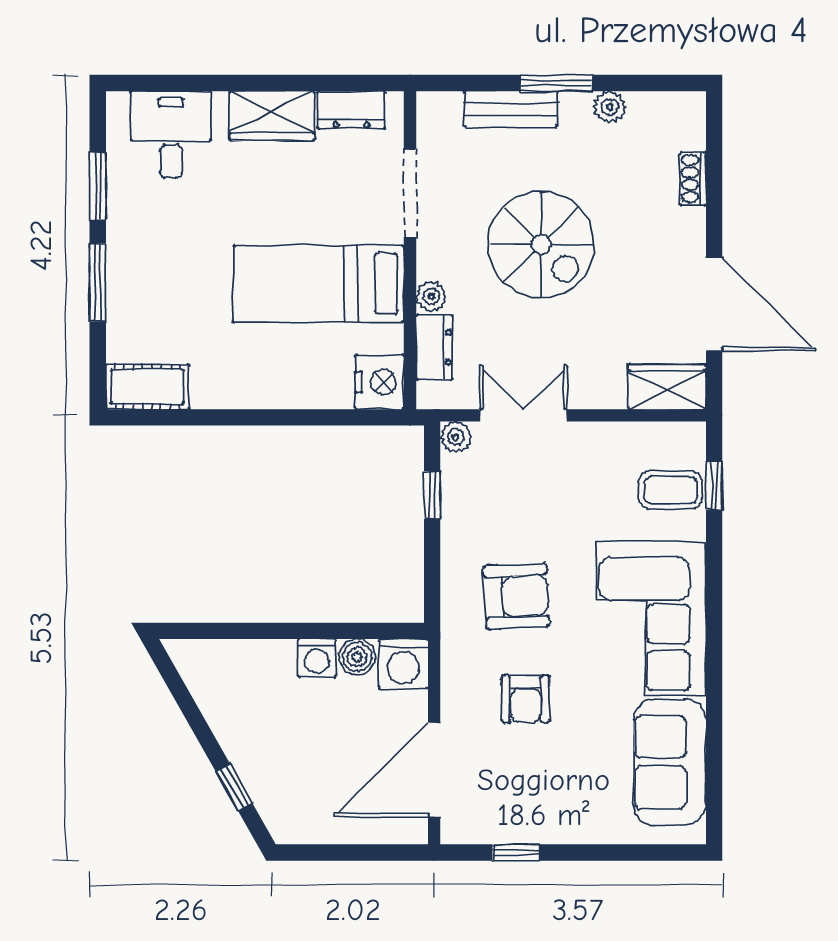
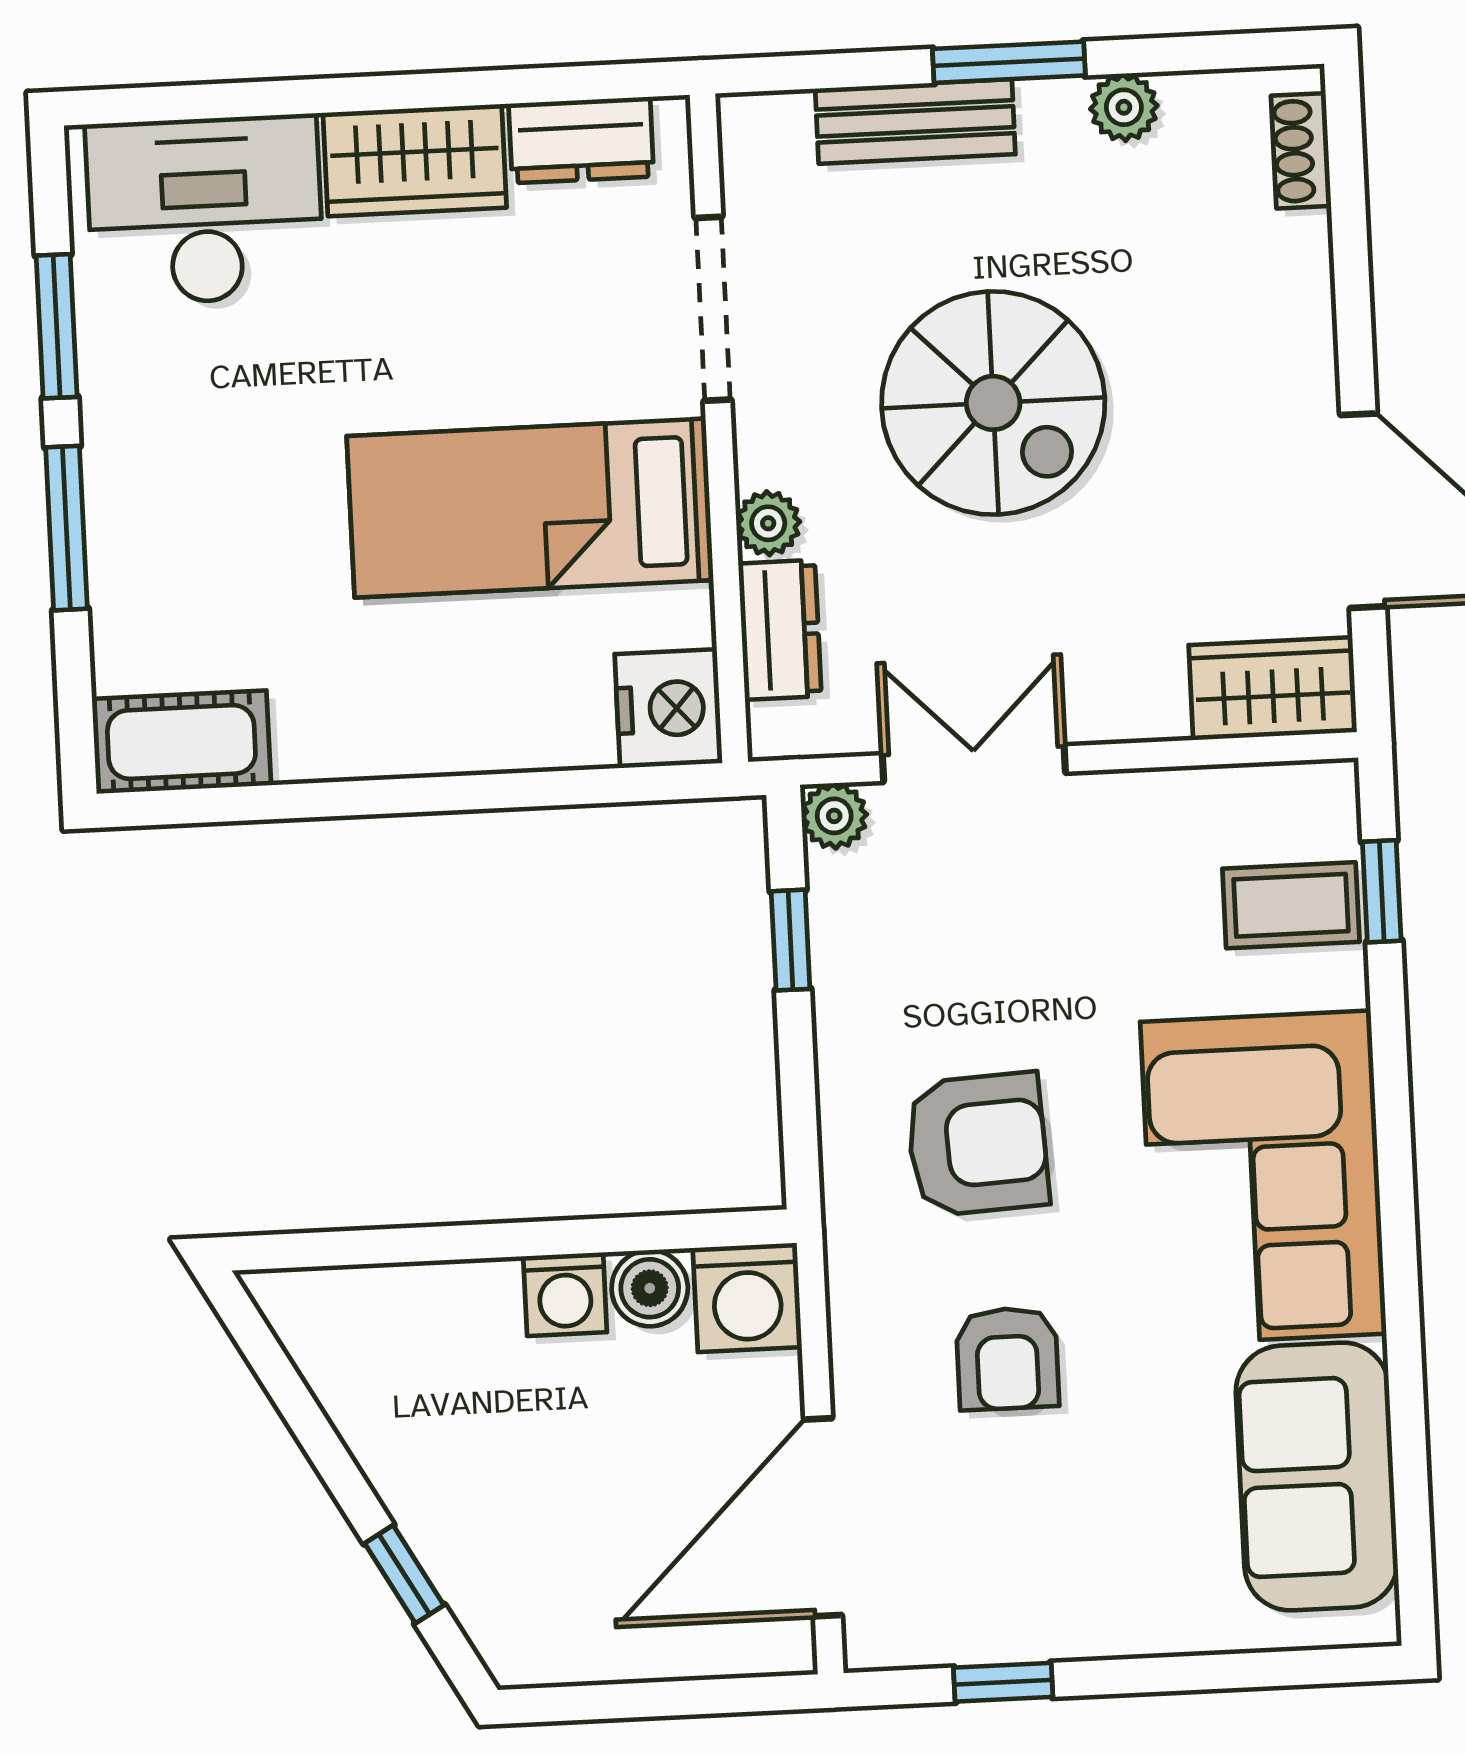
desk: (171, 134) -> (205, 210), width x1.37
shoe rack: (693, 179) -> (1301, 151), moved

